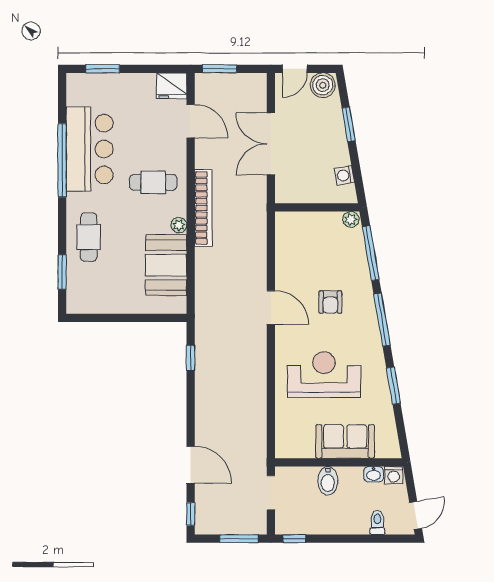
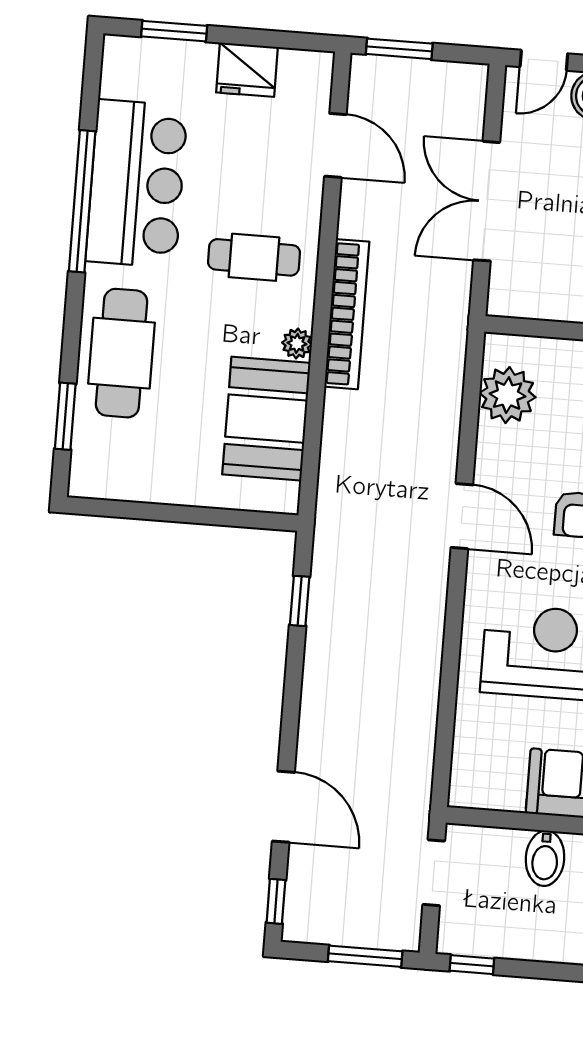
fridge: (172, 86) -> (247, 70), moved
cafe table: (89, 237) -> (122, 353), width x1.37, depth x1.35
plant: (290, 243) -> (508, 395), added

